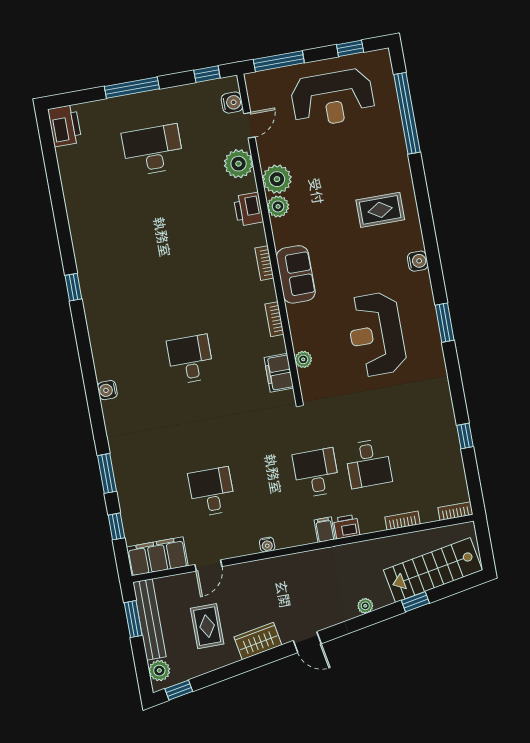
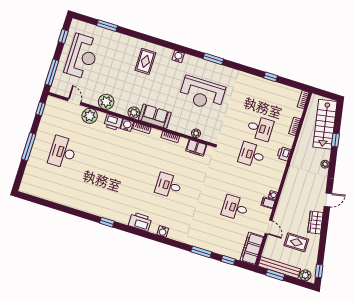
water cooler: (232, 103) -> (127, 125), moved
window: (407, 113) -> (107, 26), width x0.47
printer: (65, 126) -> (140, 222), moved
plant: (278, 206) -> (134, 113), moved
filing cabinet: (325, 530) -> (268, 203), moved

